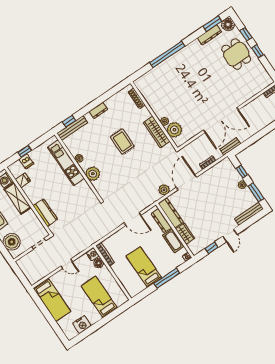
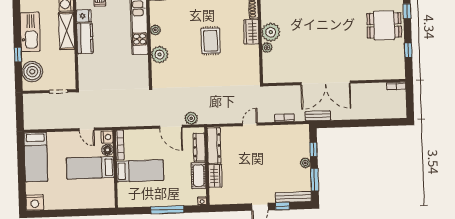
window: (258, 51) -> (408, 50), moved
dining table: (236, 54) -> (384, 25), turned 90
plant: (174, 130) -> (271, 32), moved
wardrobe: (157, 132) -> (251, 32), moved, width x0.67
door: (186, 182) -> (250, 124), width x0.53
plant: (164, 190) -> (191, 118), moved
kitchen counter: (45, 213) -> (85, 38), moved
window: (212, 248) -> (282, 206), moved
door: (67, 264) -> (87, 129), moved
bed: (144, 267) -> (140, 171), moved, turned 90
bed: (99, 297) -> (90, 168), moved, turned -90
nightstand: (82, 325) -> (35, 202), moved

